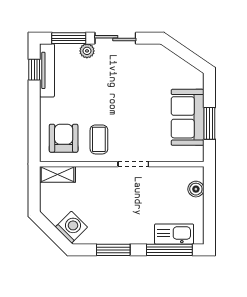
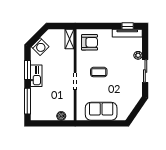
window: (69, 38) -> (145, 45), removed
window: (209, 123) -> (98, 123), removed
coffee table: (99, 139) -> (99, 72), moved
kitchen sink: (174, 234) -> (36, 76), moved

